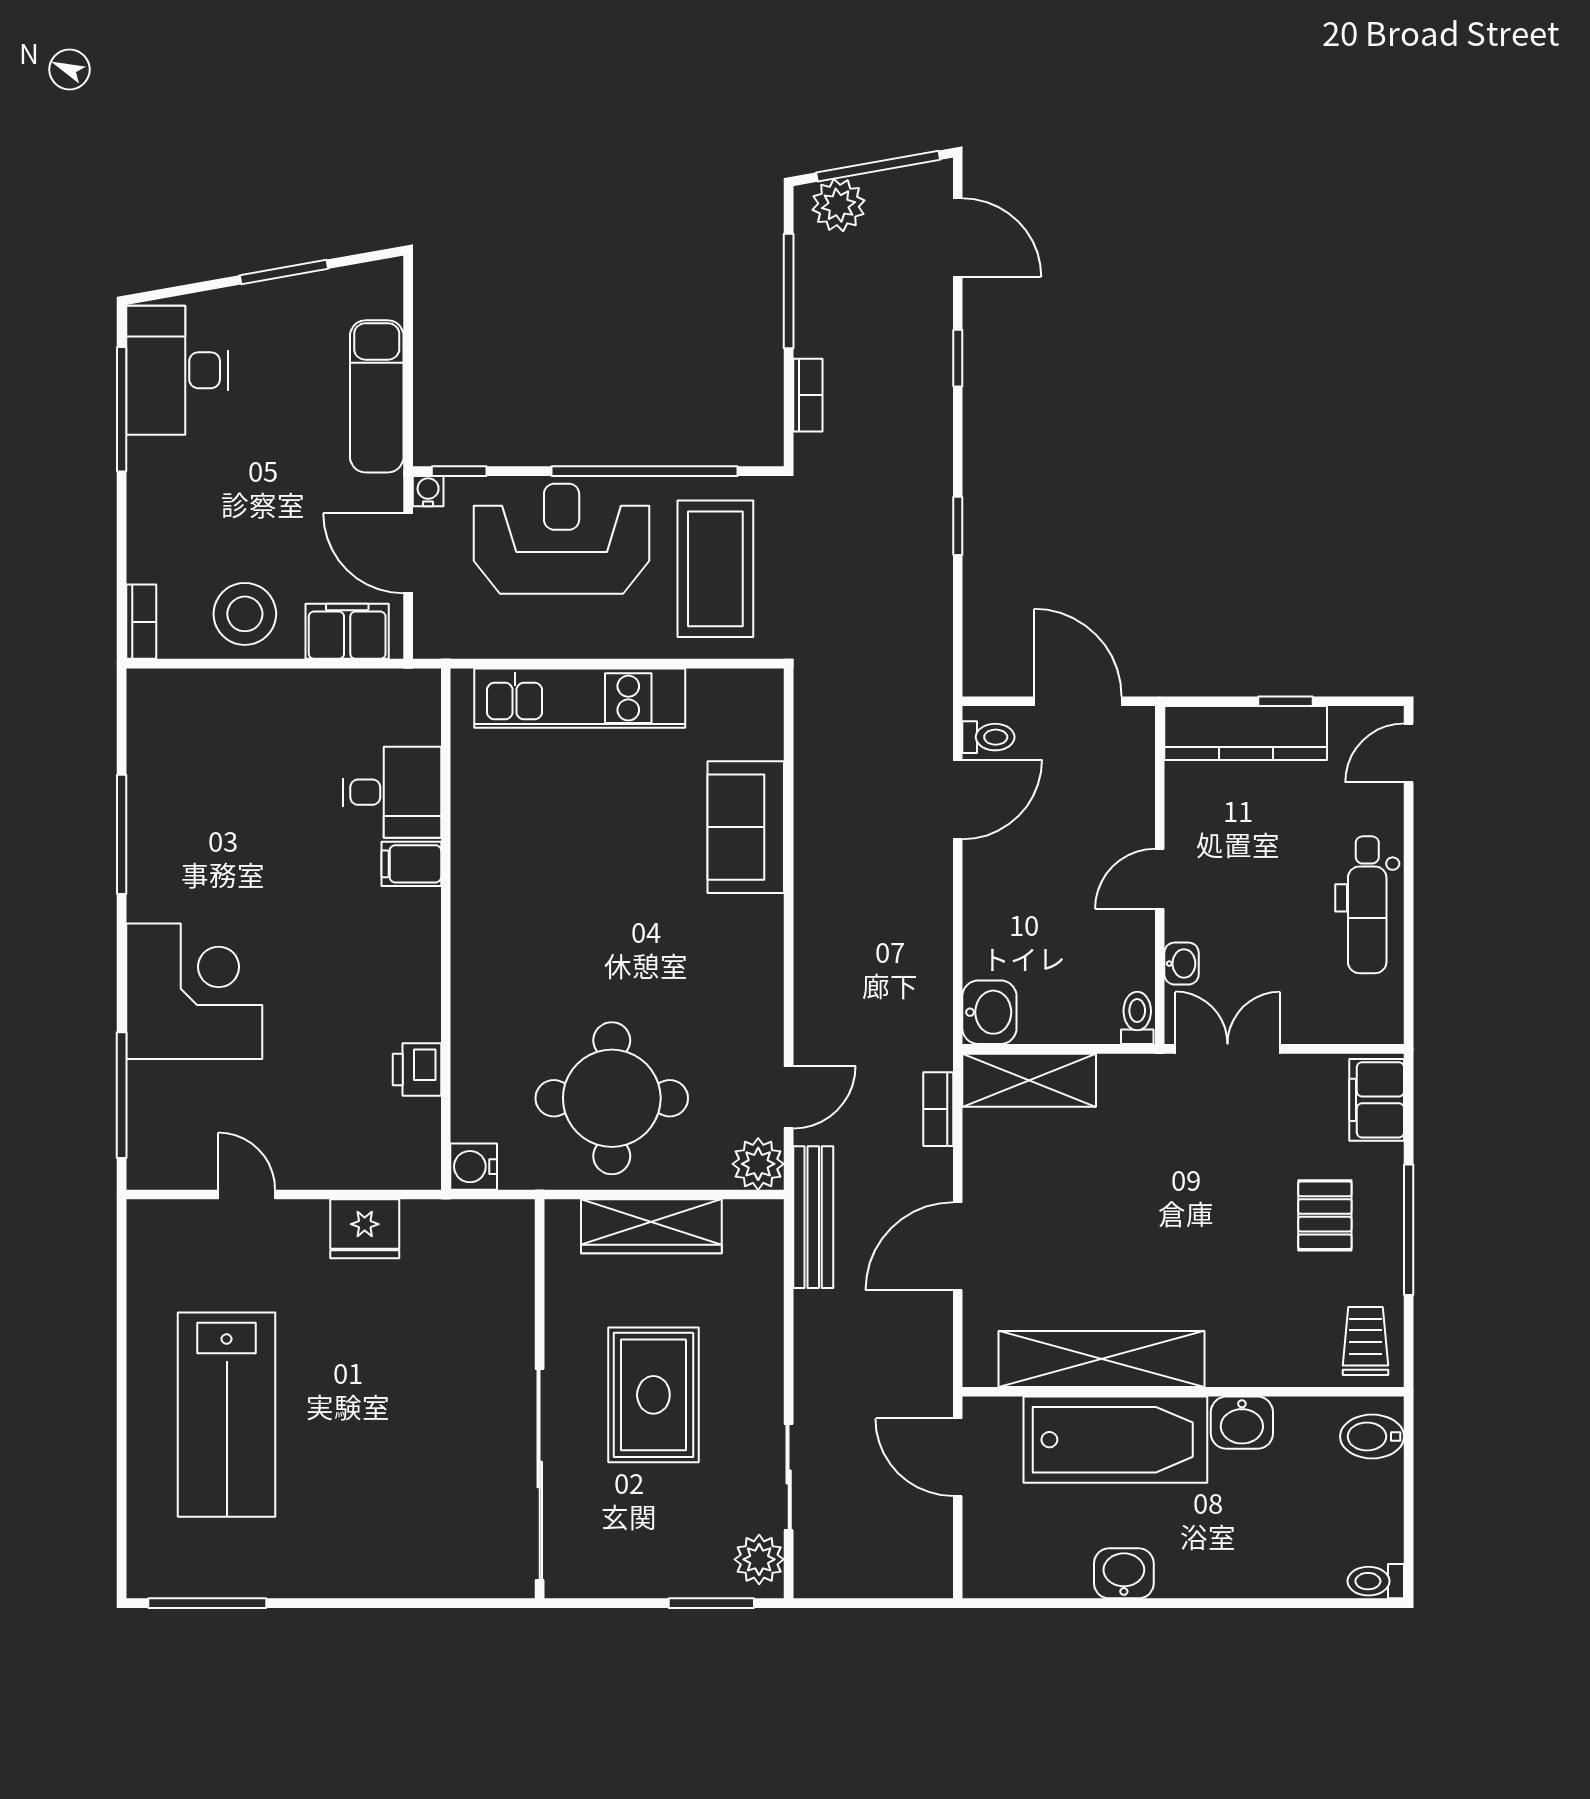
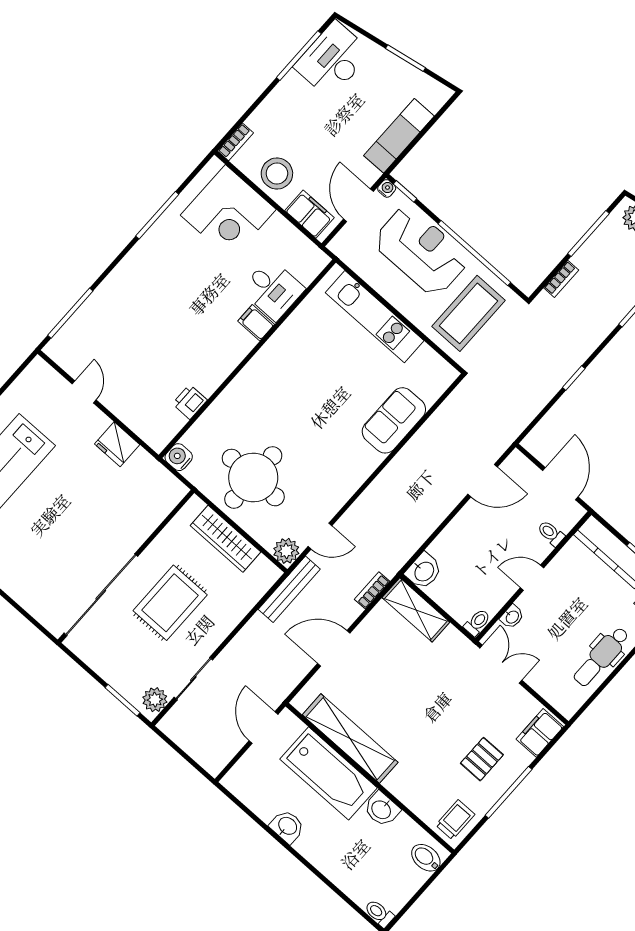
toilet: (988, 737) -> (551, 533), moved, turned 180
corner desk: (194, 991) -> (228, 212), moved, turned 90

